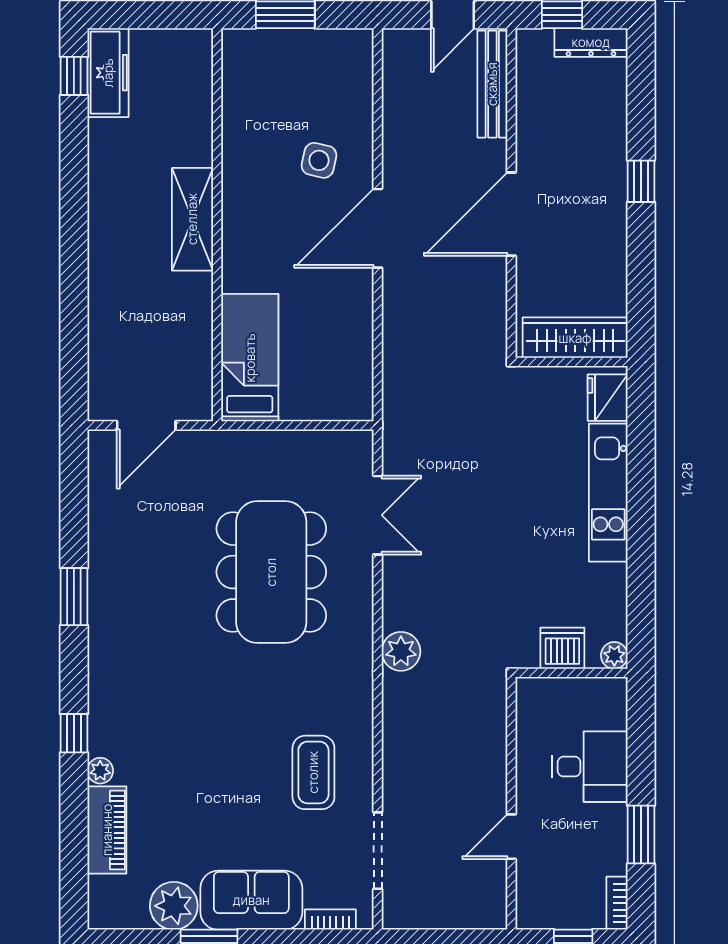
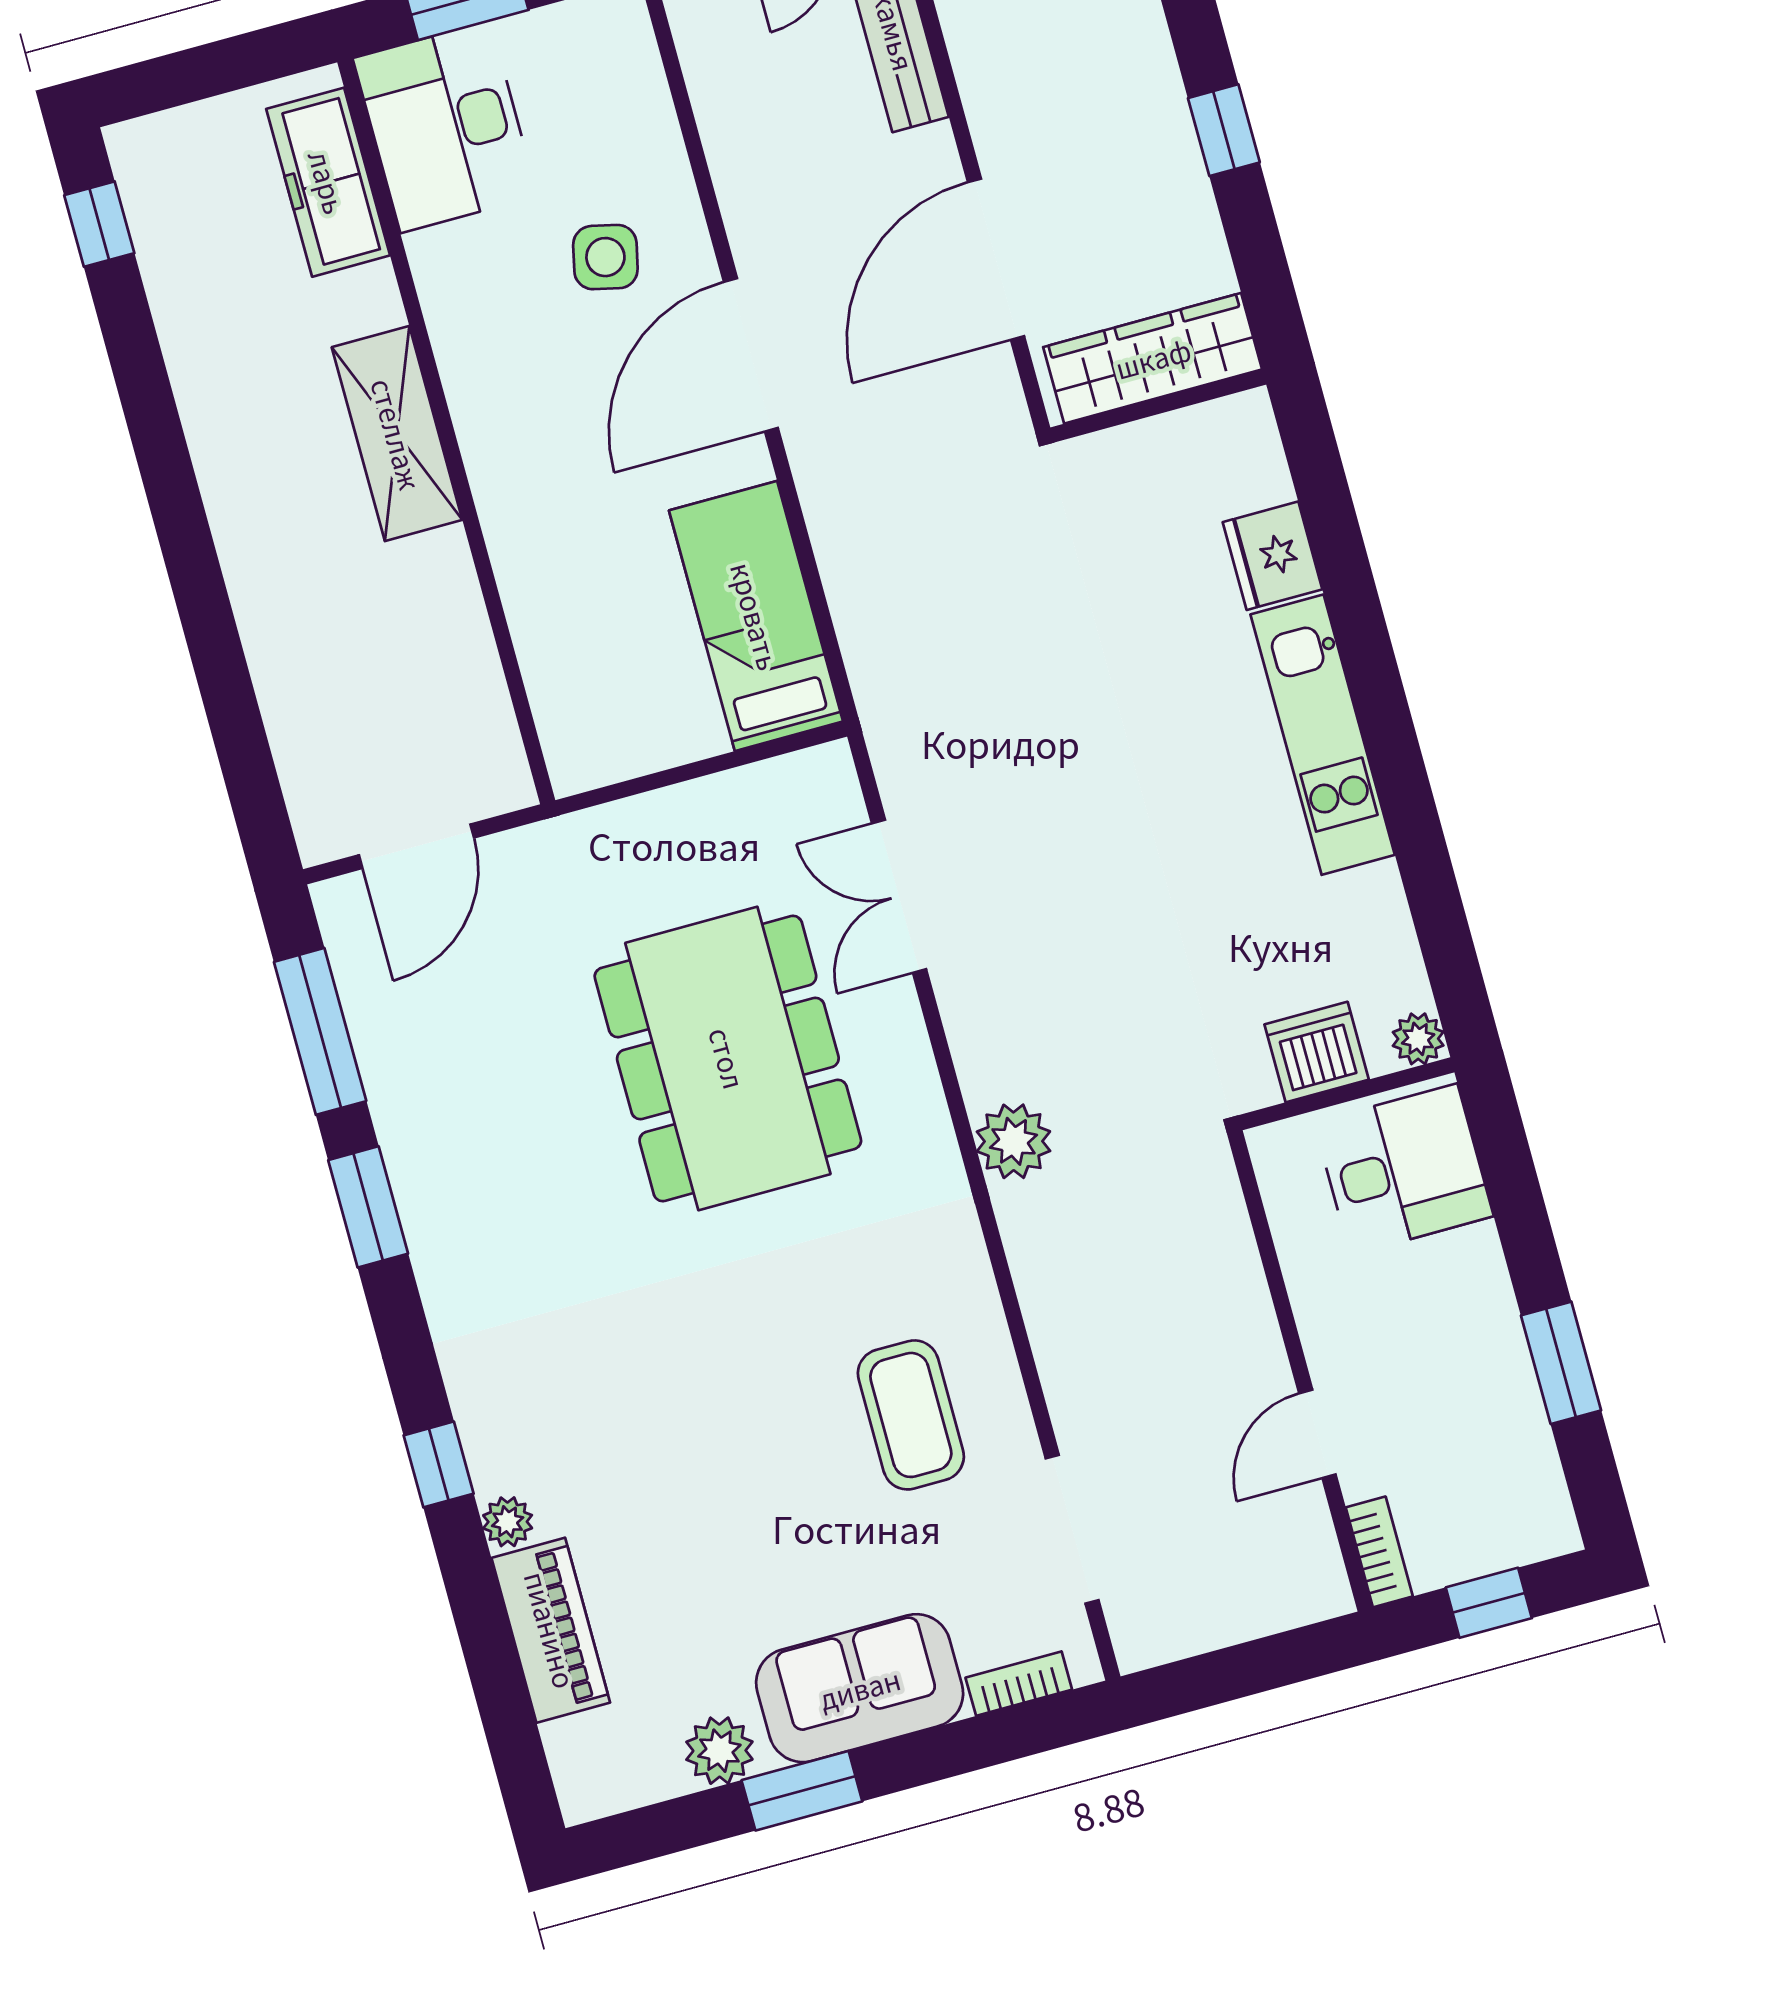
freezer: (108, 73) -> (328, 182), moved, turned 180
desk: (258, 75) -> (445, 127), added
wardrobe: (575, 338) -> (1153, 358), moved
bed: (250, 358) -> (756, 616), moved
wall: (571, 362) -> (1158, 406), moved
window: (74, 504) -> (320, 1031), added
double door: (378, 515) -> (899, 896), swing flipped
desk: (590, 767) -> (1404, 1169), moved
bookcase: (617, 903) -> (1379, 1552), moved, turned 180
plant: (174, 906) -> (719, 1751), width x0.73, depth x0.73

